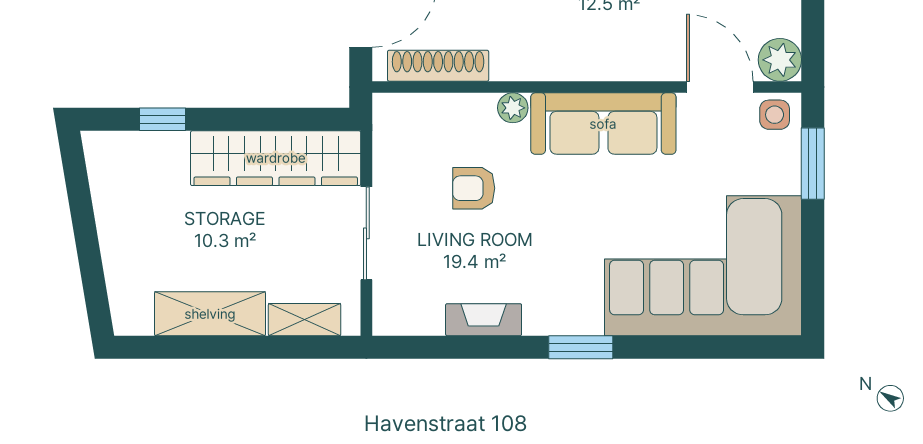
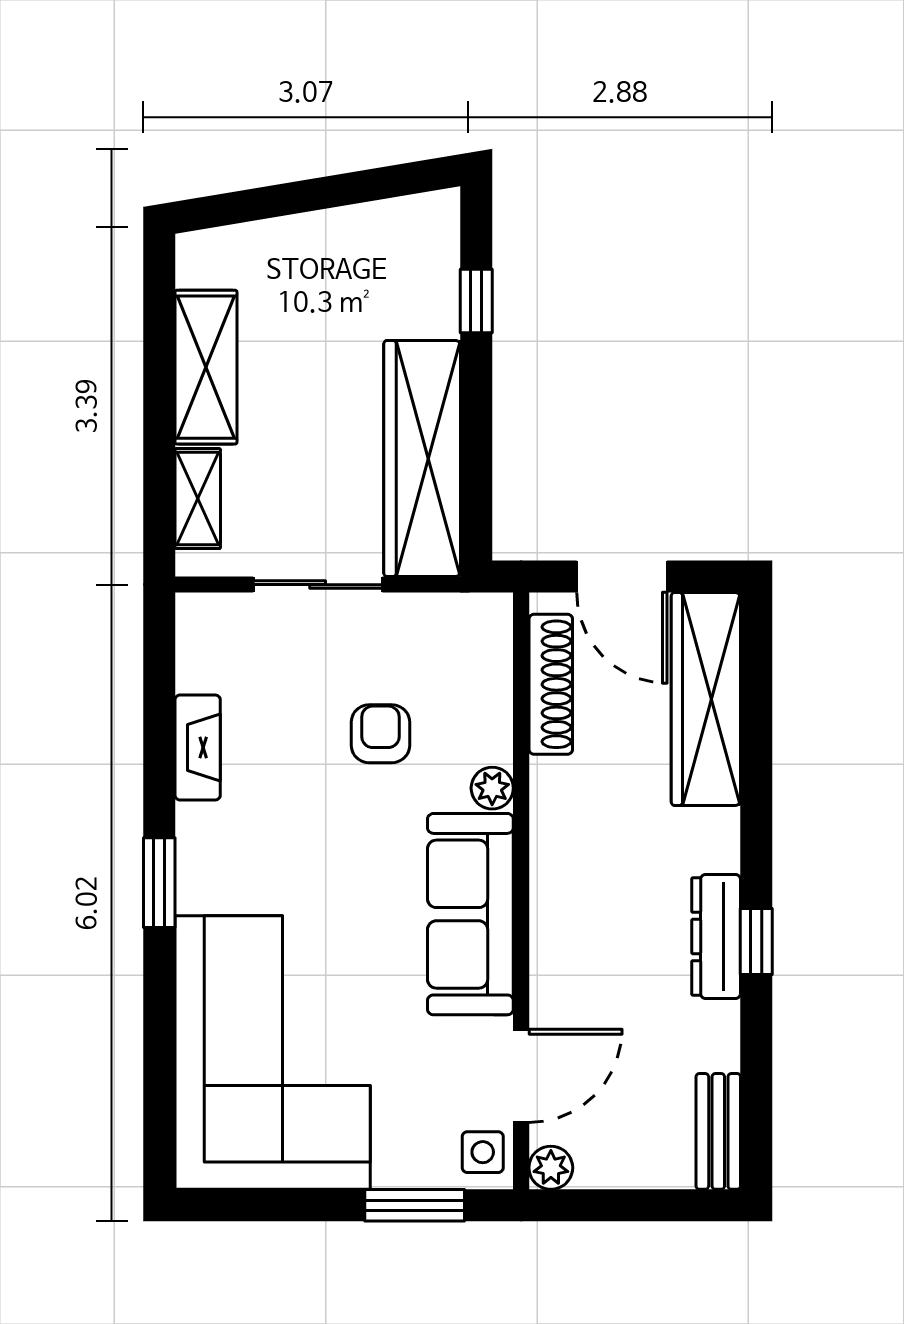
plant: (780, 60) -> (551, 1168), width x0.73, depth x0.73

